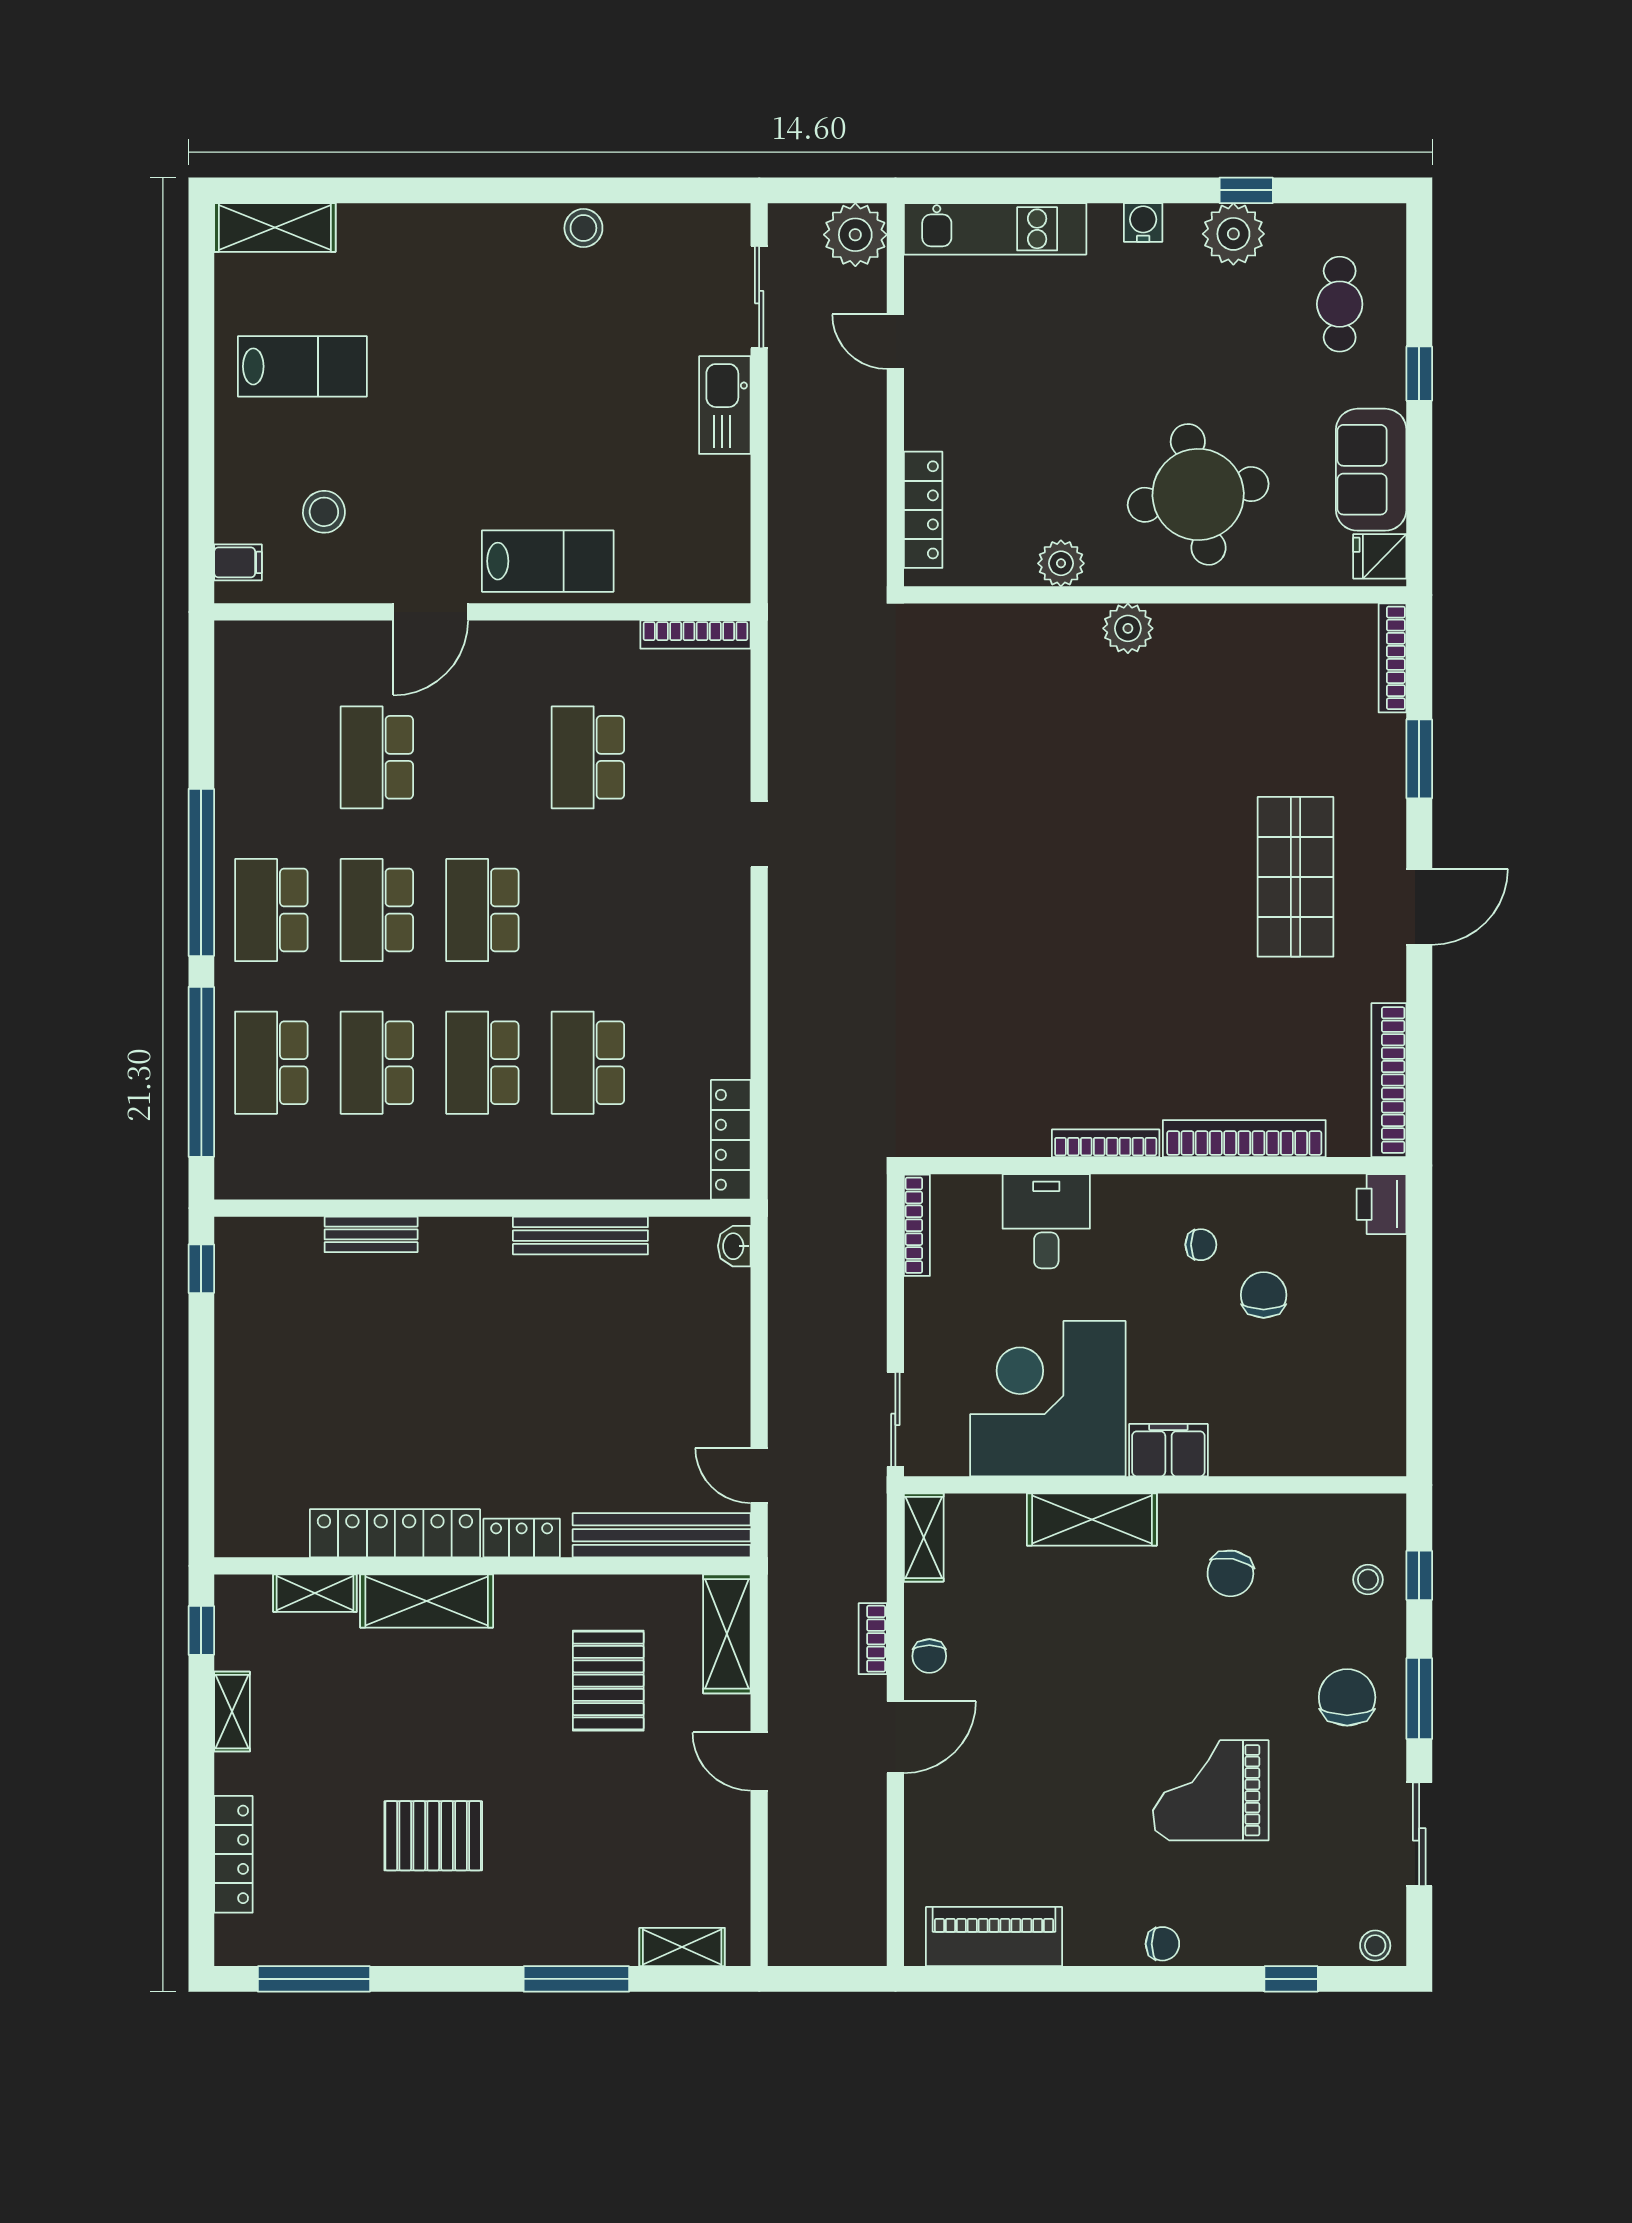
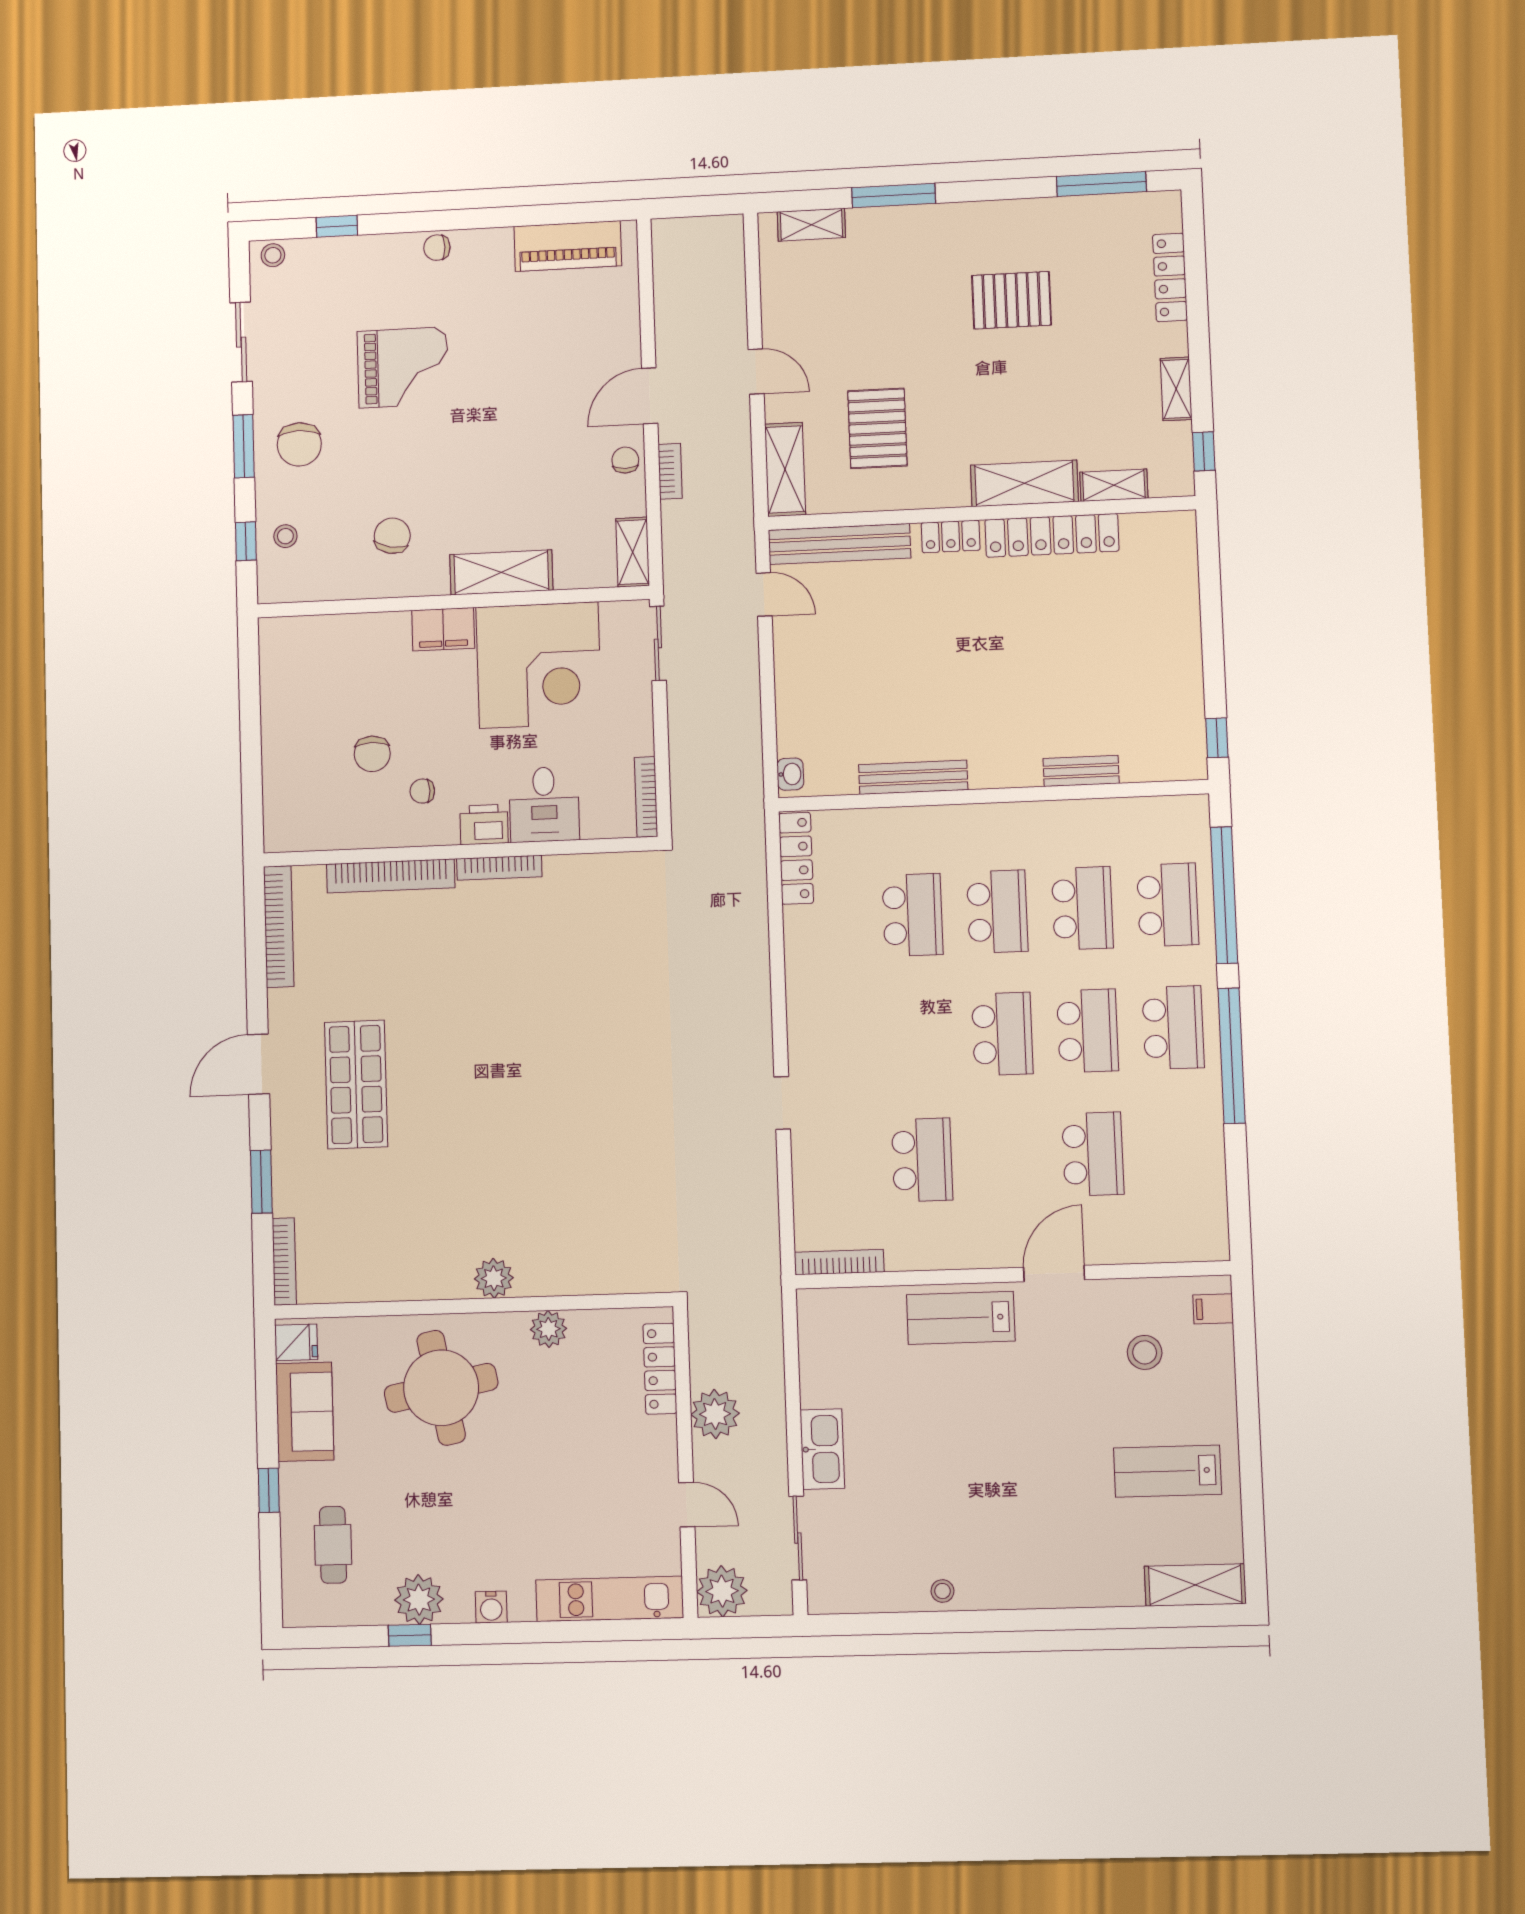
stool: (583, 228) -> (942, 1591), width x0.73, depth x0.73
plant: (856, 452) -> (715, 1414), added
printer: (1382, 1204) -> (484, 824), moved, turned -90

